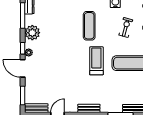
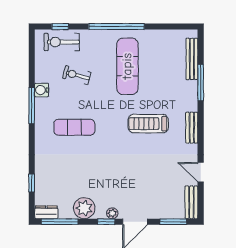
treadmill: (96, 61) -> (148, 124), moved

